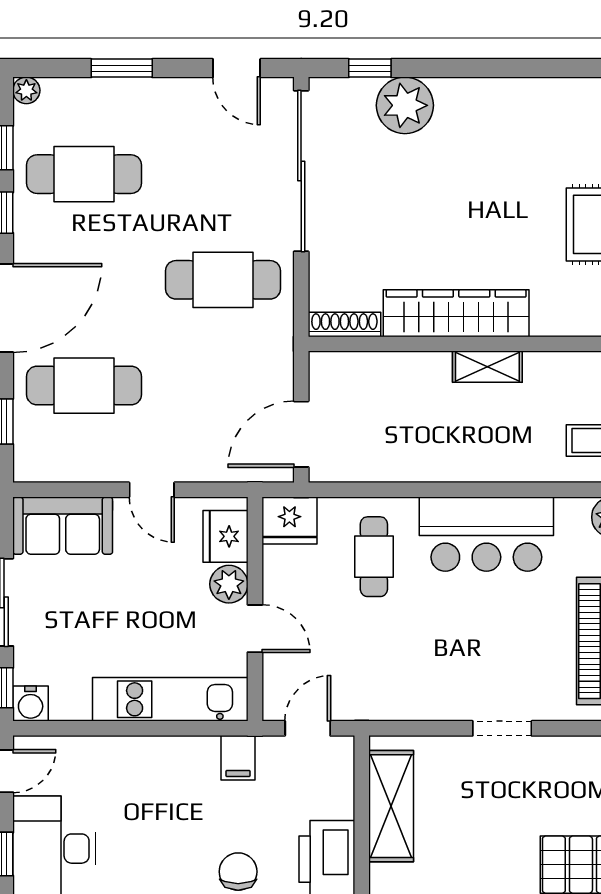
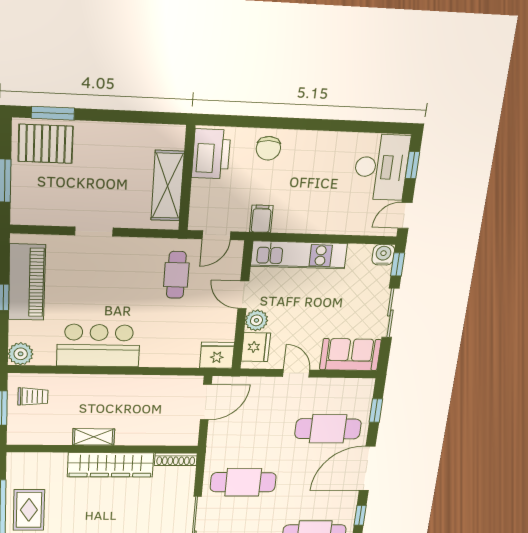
cafe table: (374, 557) -> (176, 275), moved

